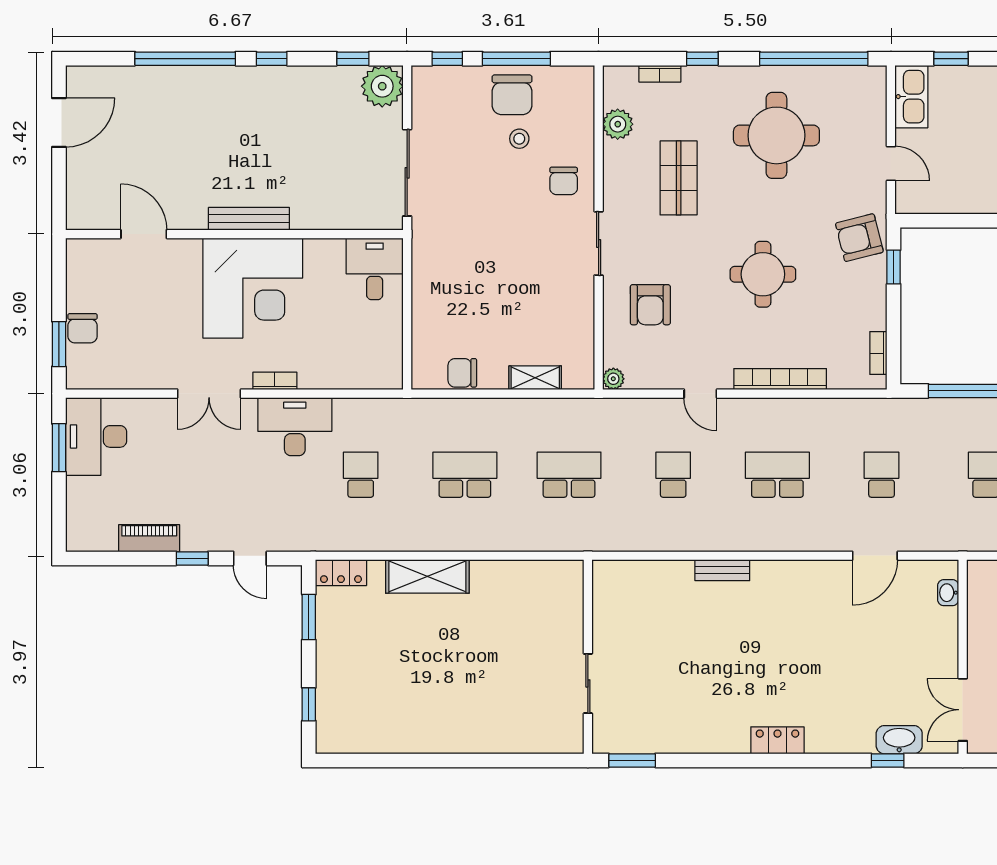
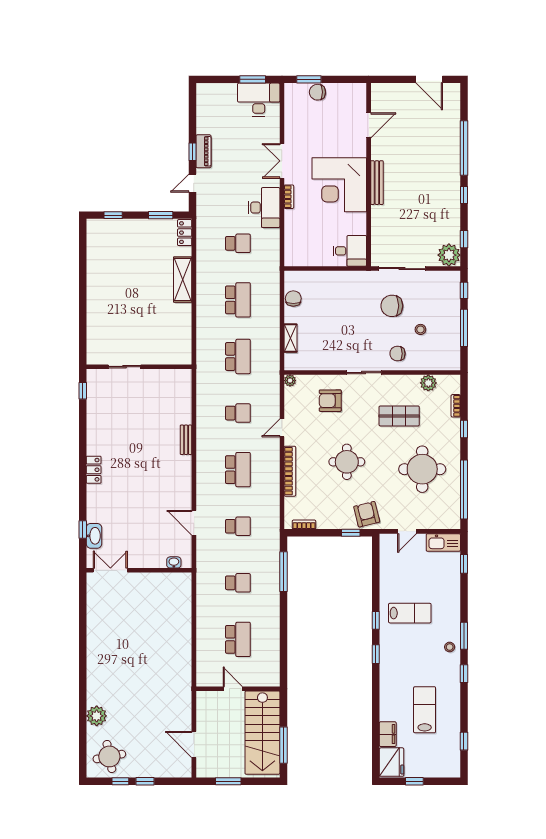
chair: (512, 95) -> (392, 306), moved
piano: (149, 538) -> (203, 151), moved
window: (632, 760) -> (83, 391), width x0.67

